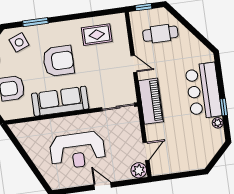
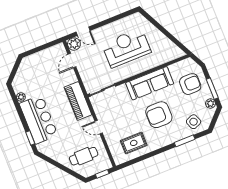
window: (224, 107) -> (30, 138), moved
door: (103, 186) -> (83, 31), moved

